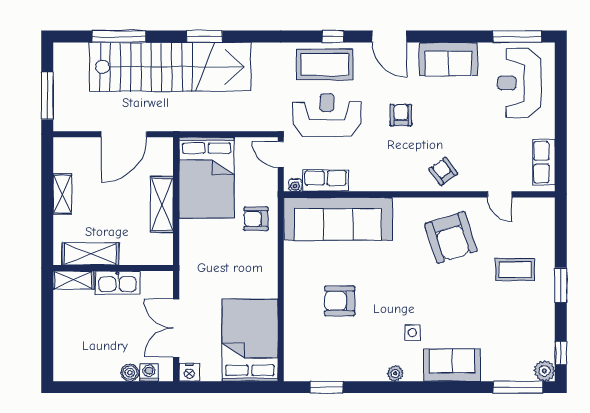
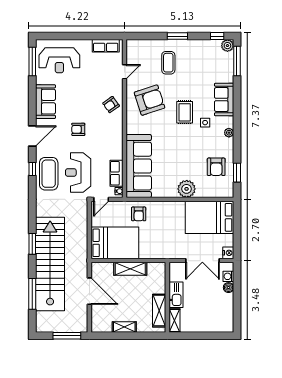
rug: (430, 297) -> (185, 112), added
plant: (299, 301) -> (187, 189), added
armchair: (340, 301) -> (216, 167), moved

